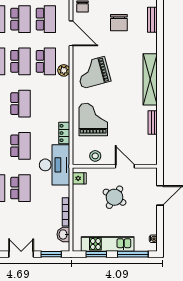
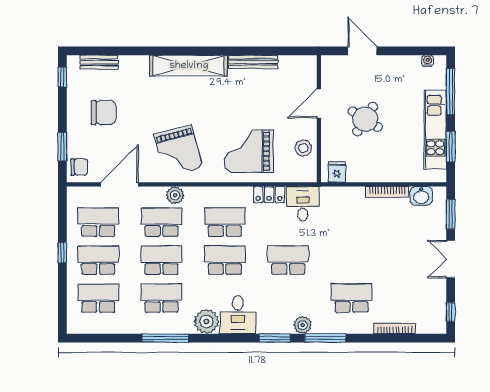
bench: (153, 122) -> (253, 62), width x1.36
desk: (55, 165) -> (303, 204), width x0.53, depth x0.77
school desk: (21, 188) -> (225, 222), moved

